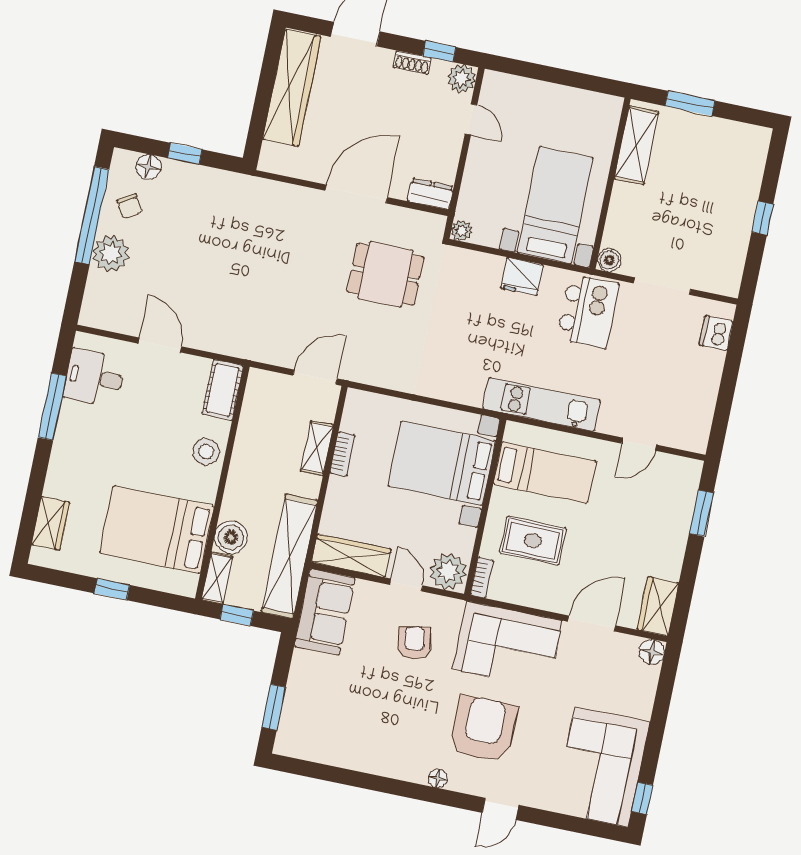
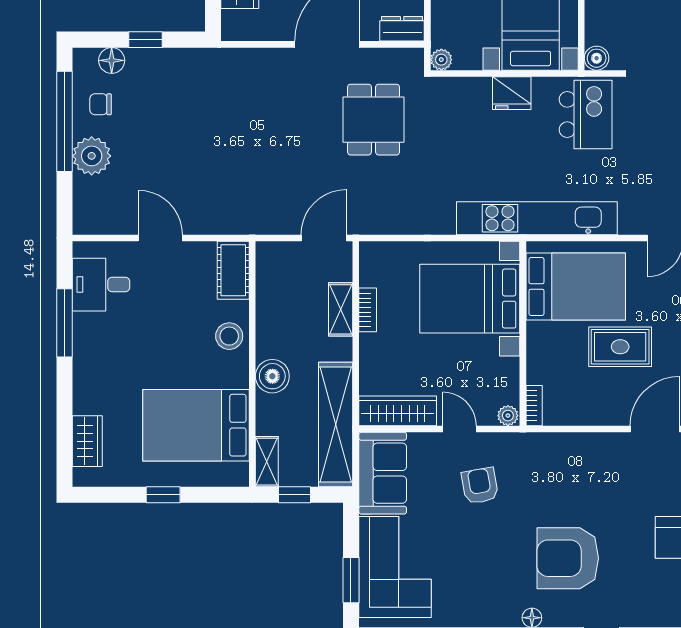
chair: (129, 206) -> (101, 104), turned 121
dining table: (385, 274) -> (374, 120), turned 90
kitchen unit: (541, 404) -> (537, 218), width x1.36
bed: (545, 473) -> (576, 286), width x1.50
boiler: (231, 537) -> (272, 376), moved
rug: (533, 541) -> (620, 347), moved
plant: (448, 572) -> (508, 416), width x0.53, depth x0.53
corner sofa: (508, 645) -> (395, 567), moved, turned -90
armchair: (484, 729) -> (568, 558), turned -90

